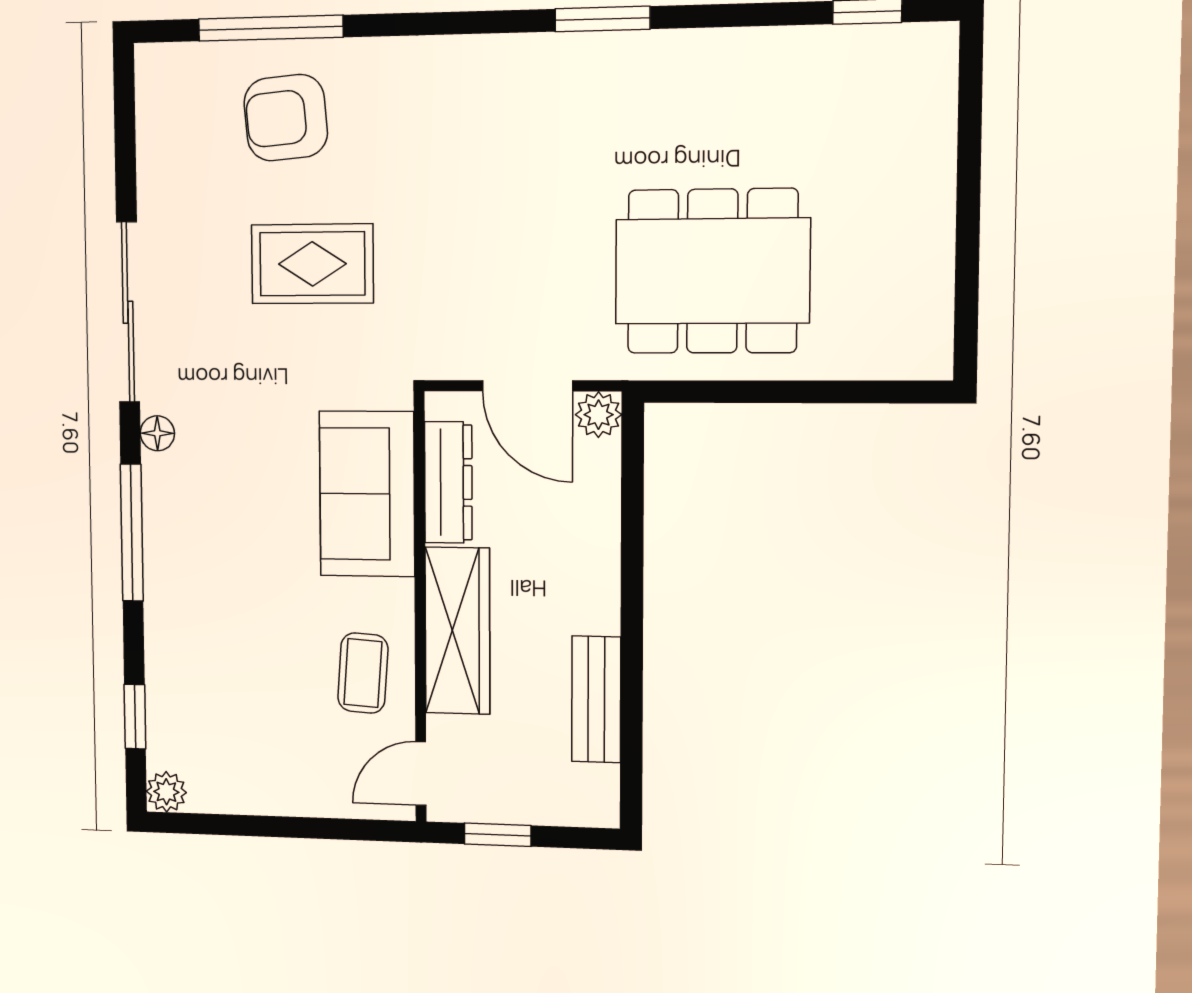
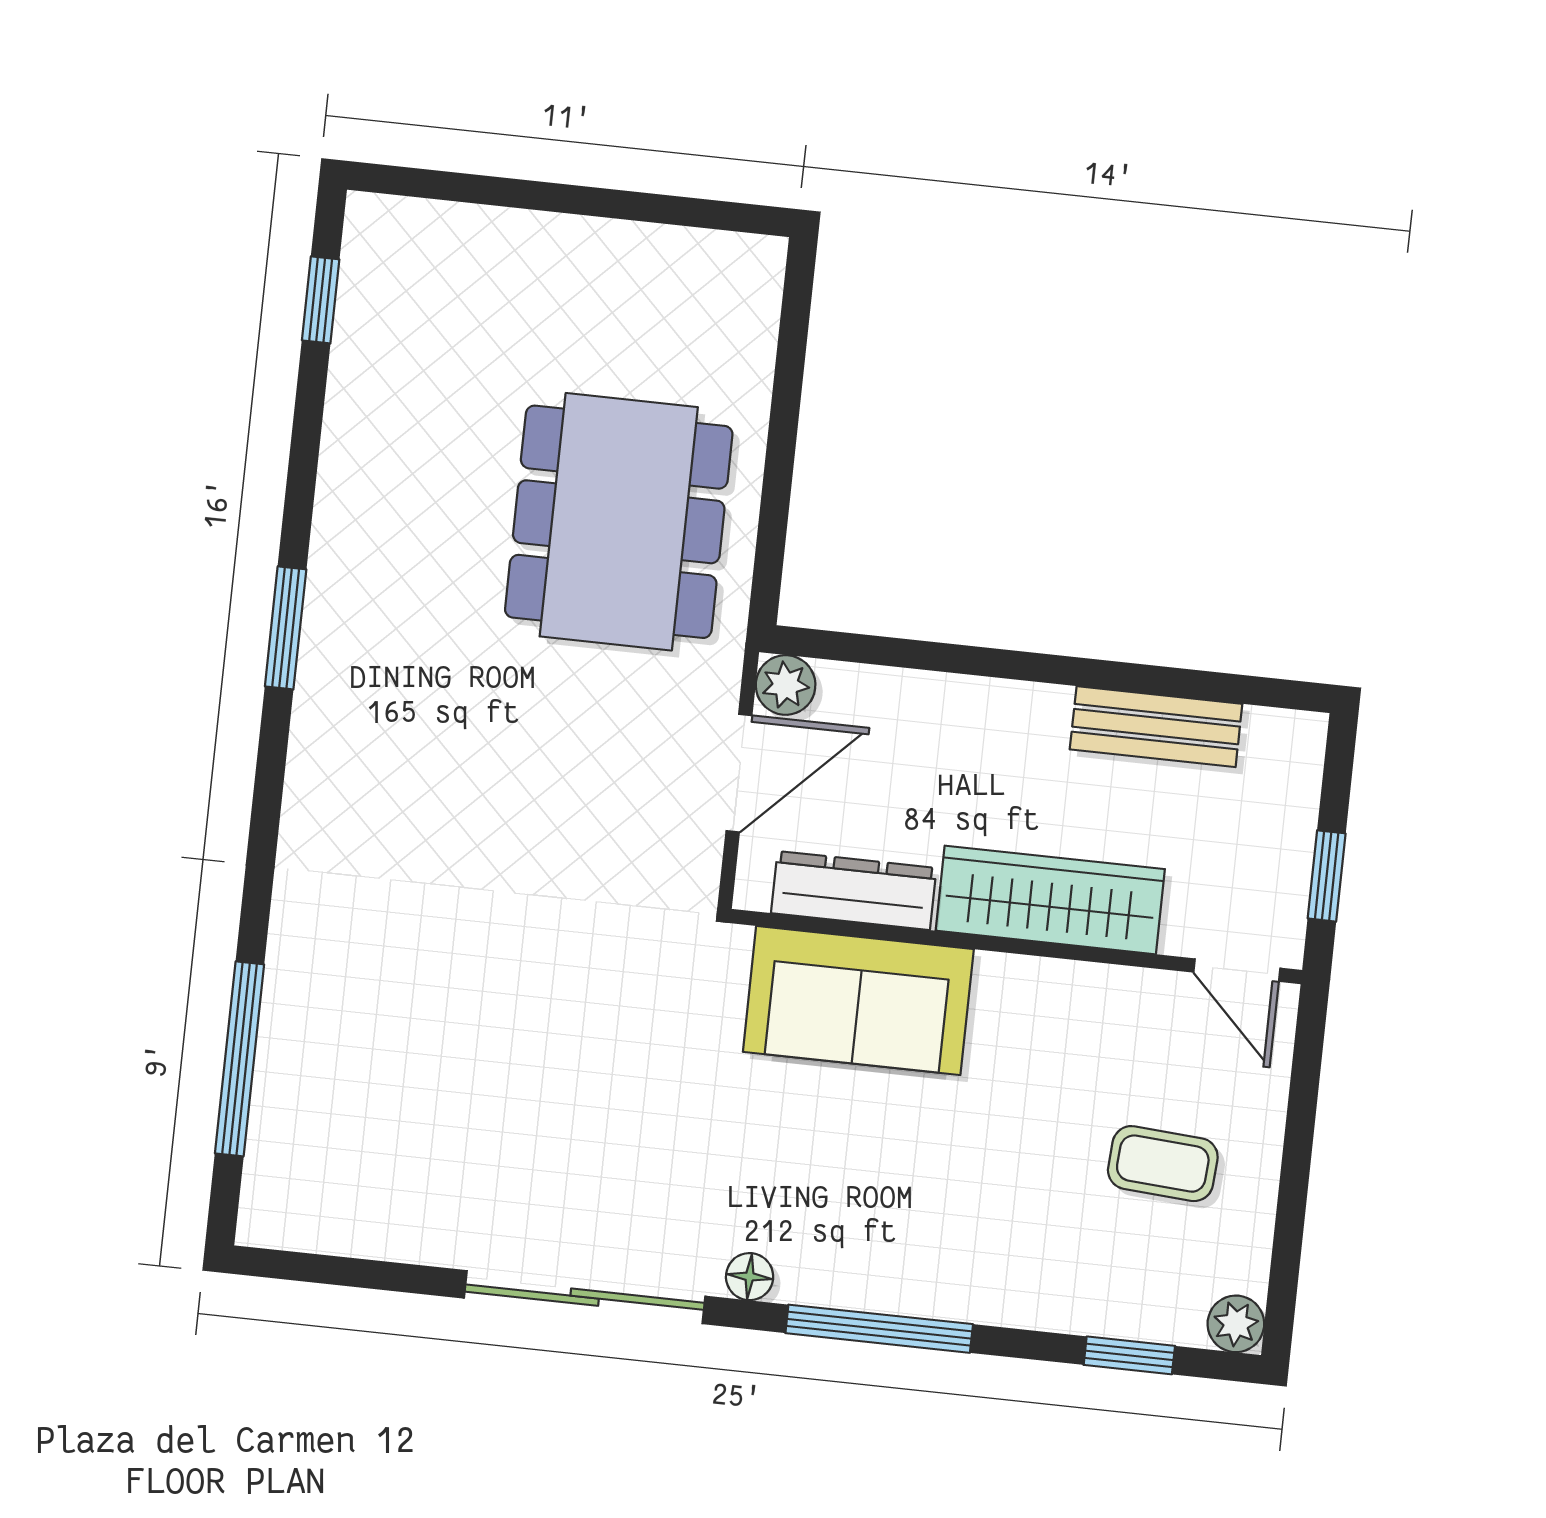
armchair: (286, 118) -> (357, 1052), removed
rug: (312, 264) -> (550, 1039), removed
coffee table: (363, 673) -> (1163, 1164), moved

